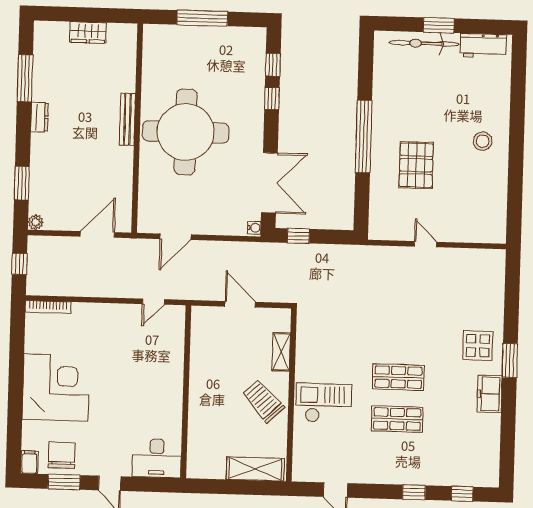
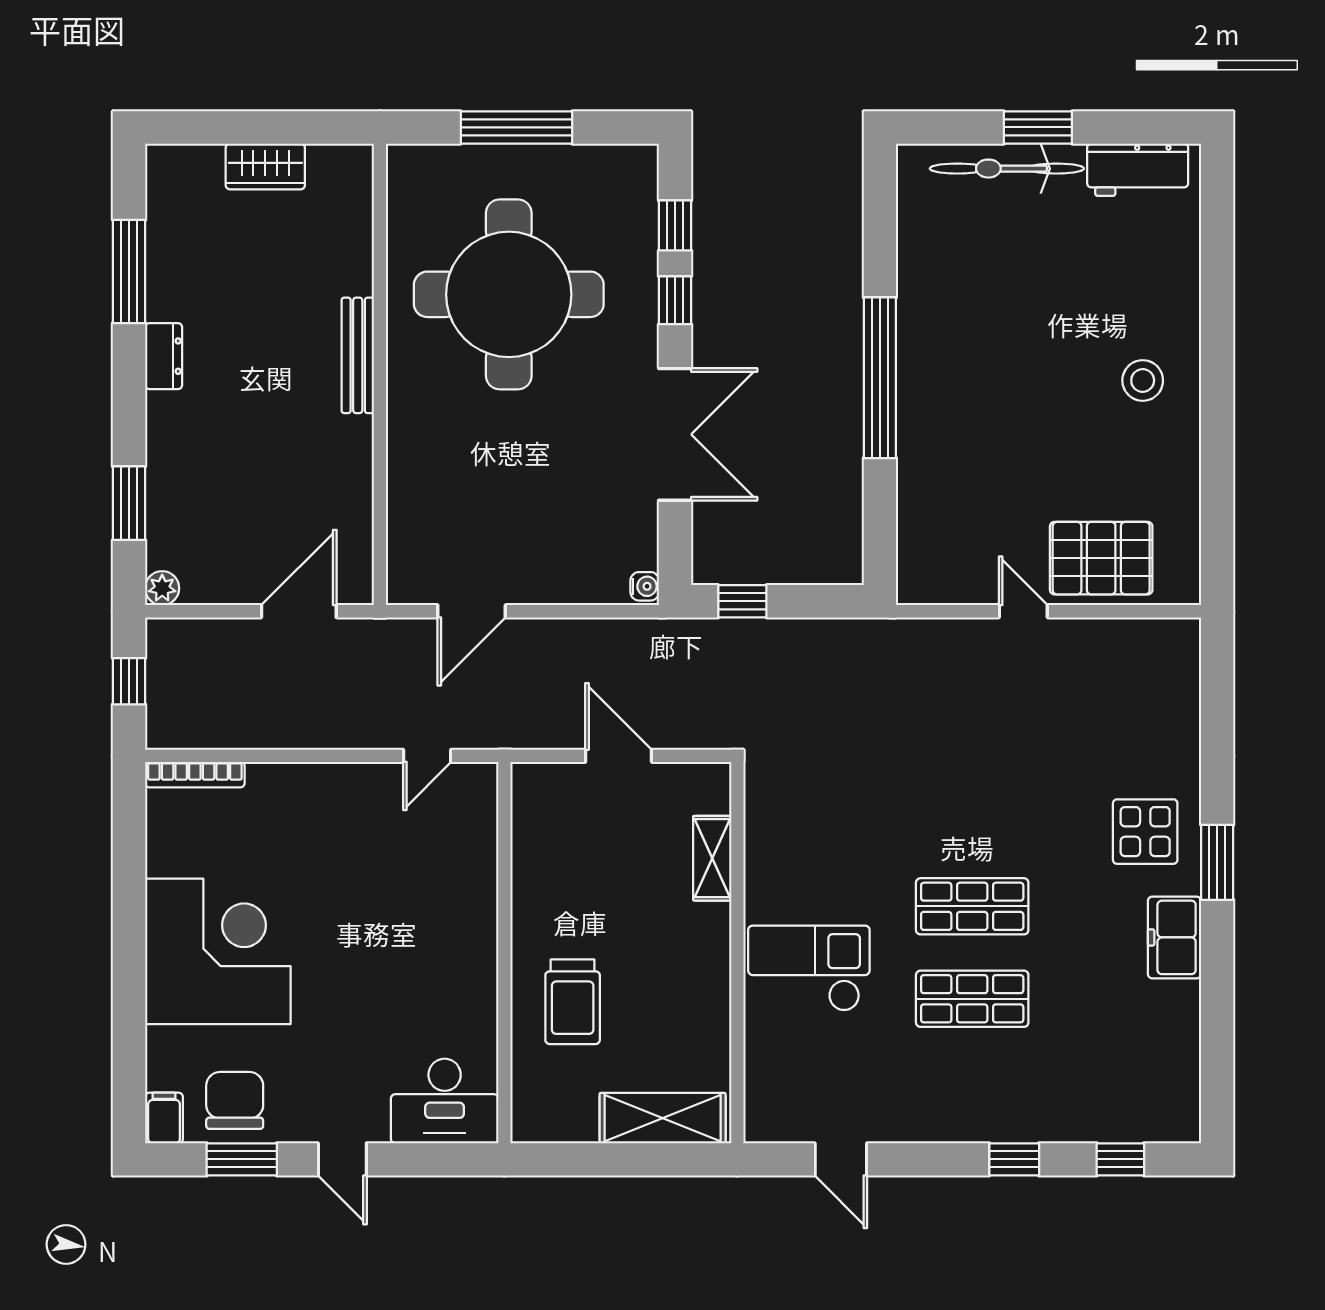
round table: (186, 132) -> (509, 294), moved
pallet: (416, 165) -> (1101, 558), moved, turned 90
double door: (269, 183) -> (675, 434), moved
trolley: (263, 401) -> (573, 1002), moved, turned -137

